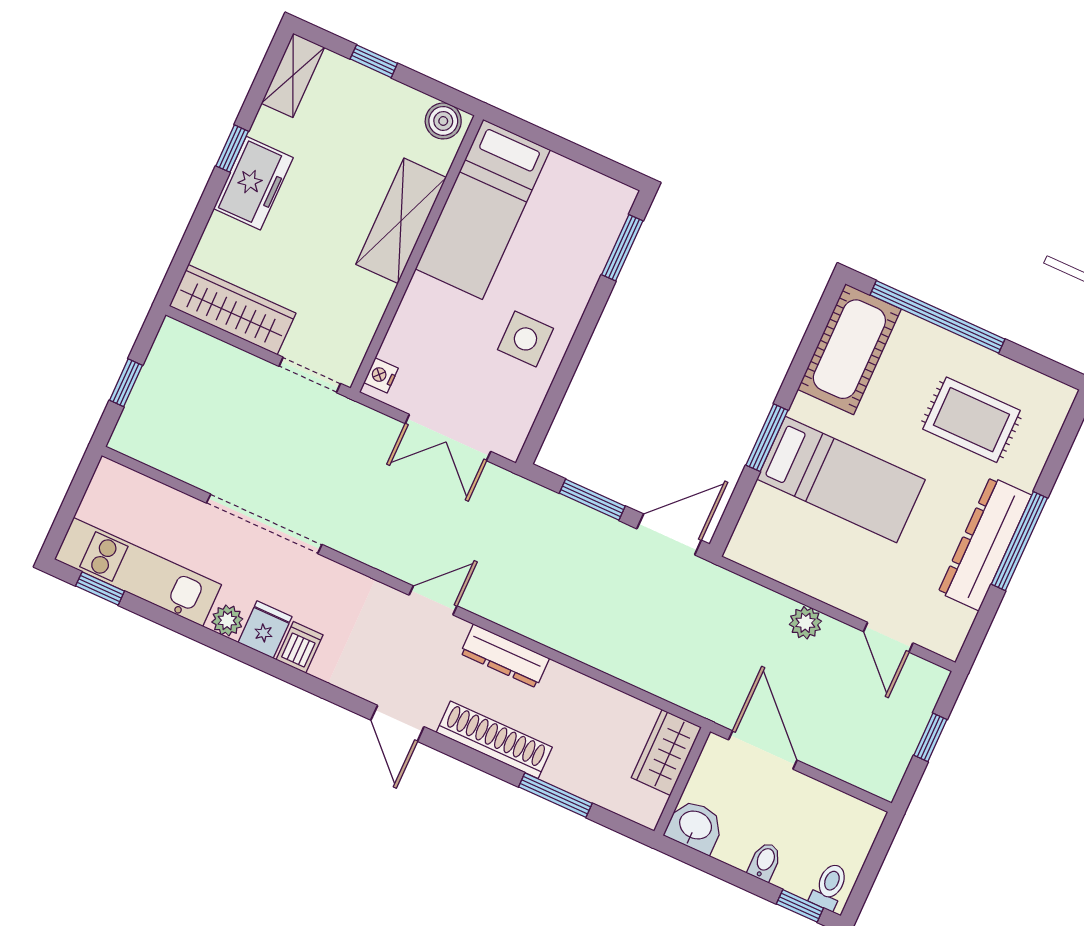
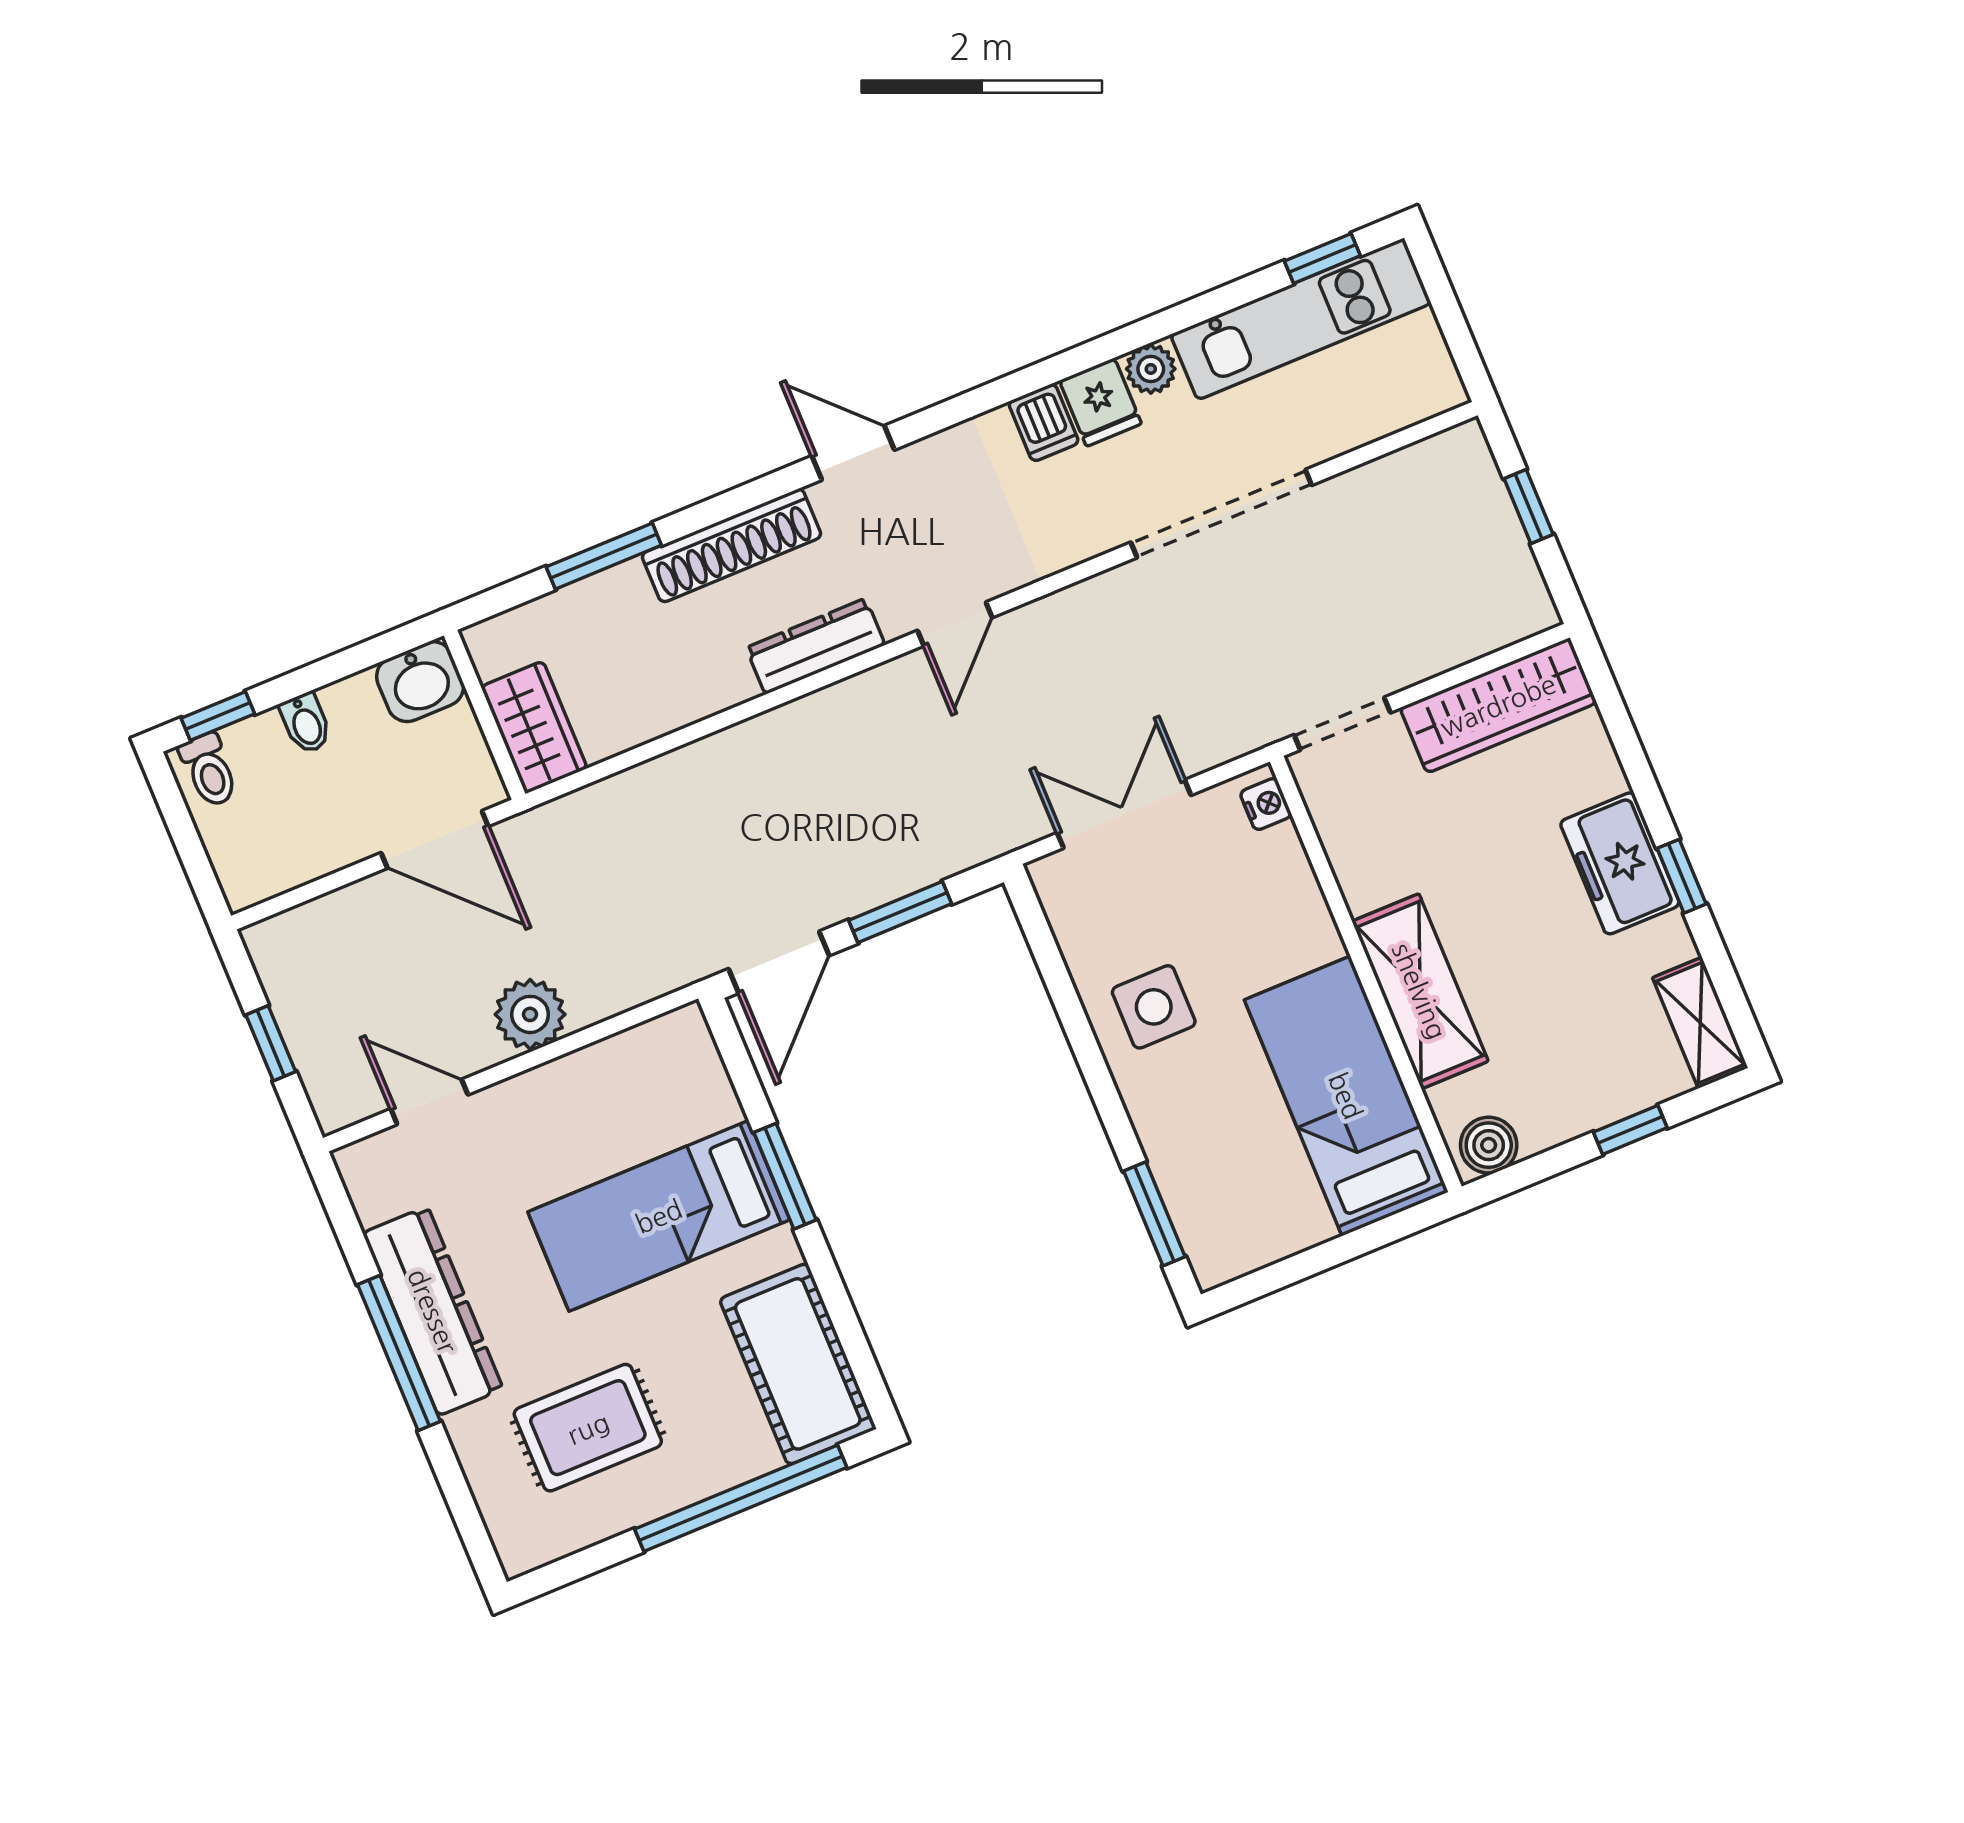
plant: (805, 623) -> (530, 1014), width x1.38, depth x1.38

